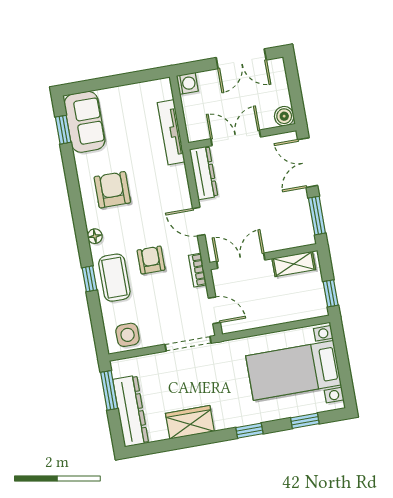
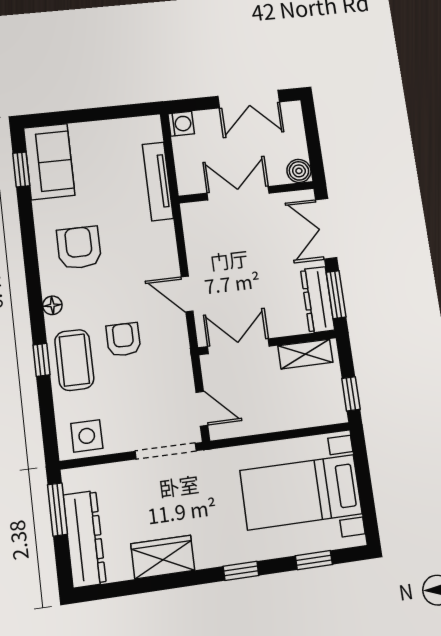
dresser: (204, 173) -> (318, 300), moved, turned 180
bookcase: (197, 270) -> (183, 356), removed

